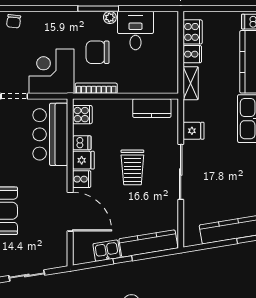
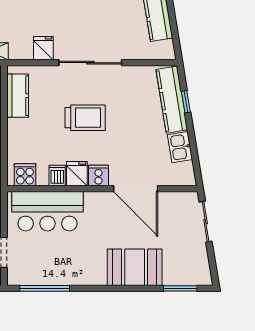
door: (70, 212) -> (136, 189), swing flipped
window: (123, 260) -> (186, 102), moved
sliding door: (27, 275) -> (206, 222), moved

